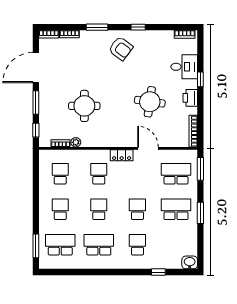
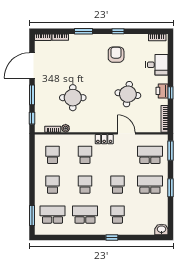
armchair: (121, 49) -> (116, 55), moved, turned -127
window: (200, 79) -> (170, 93), moved
window: (158, 272) -> (112, 238), moved

